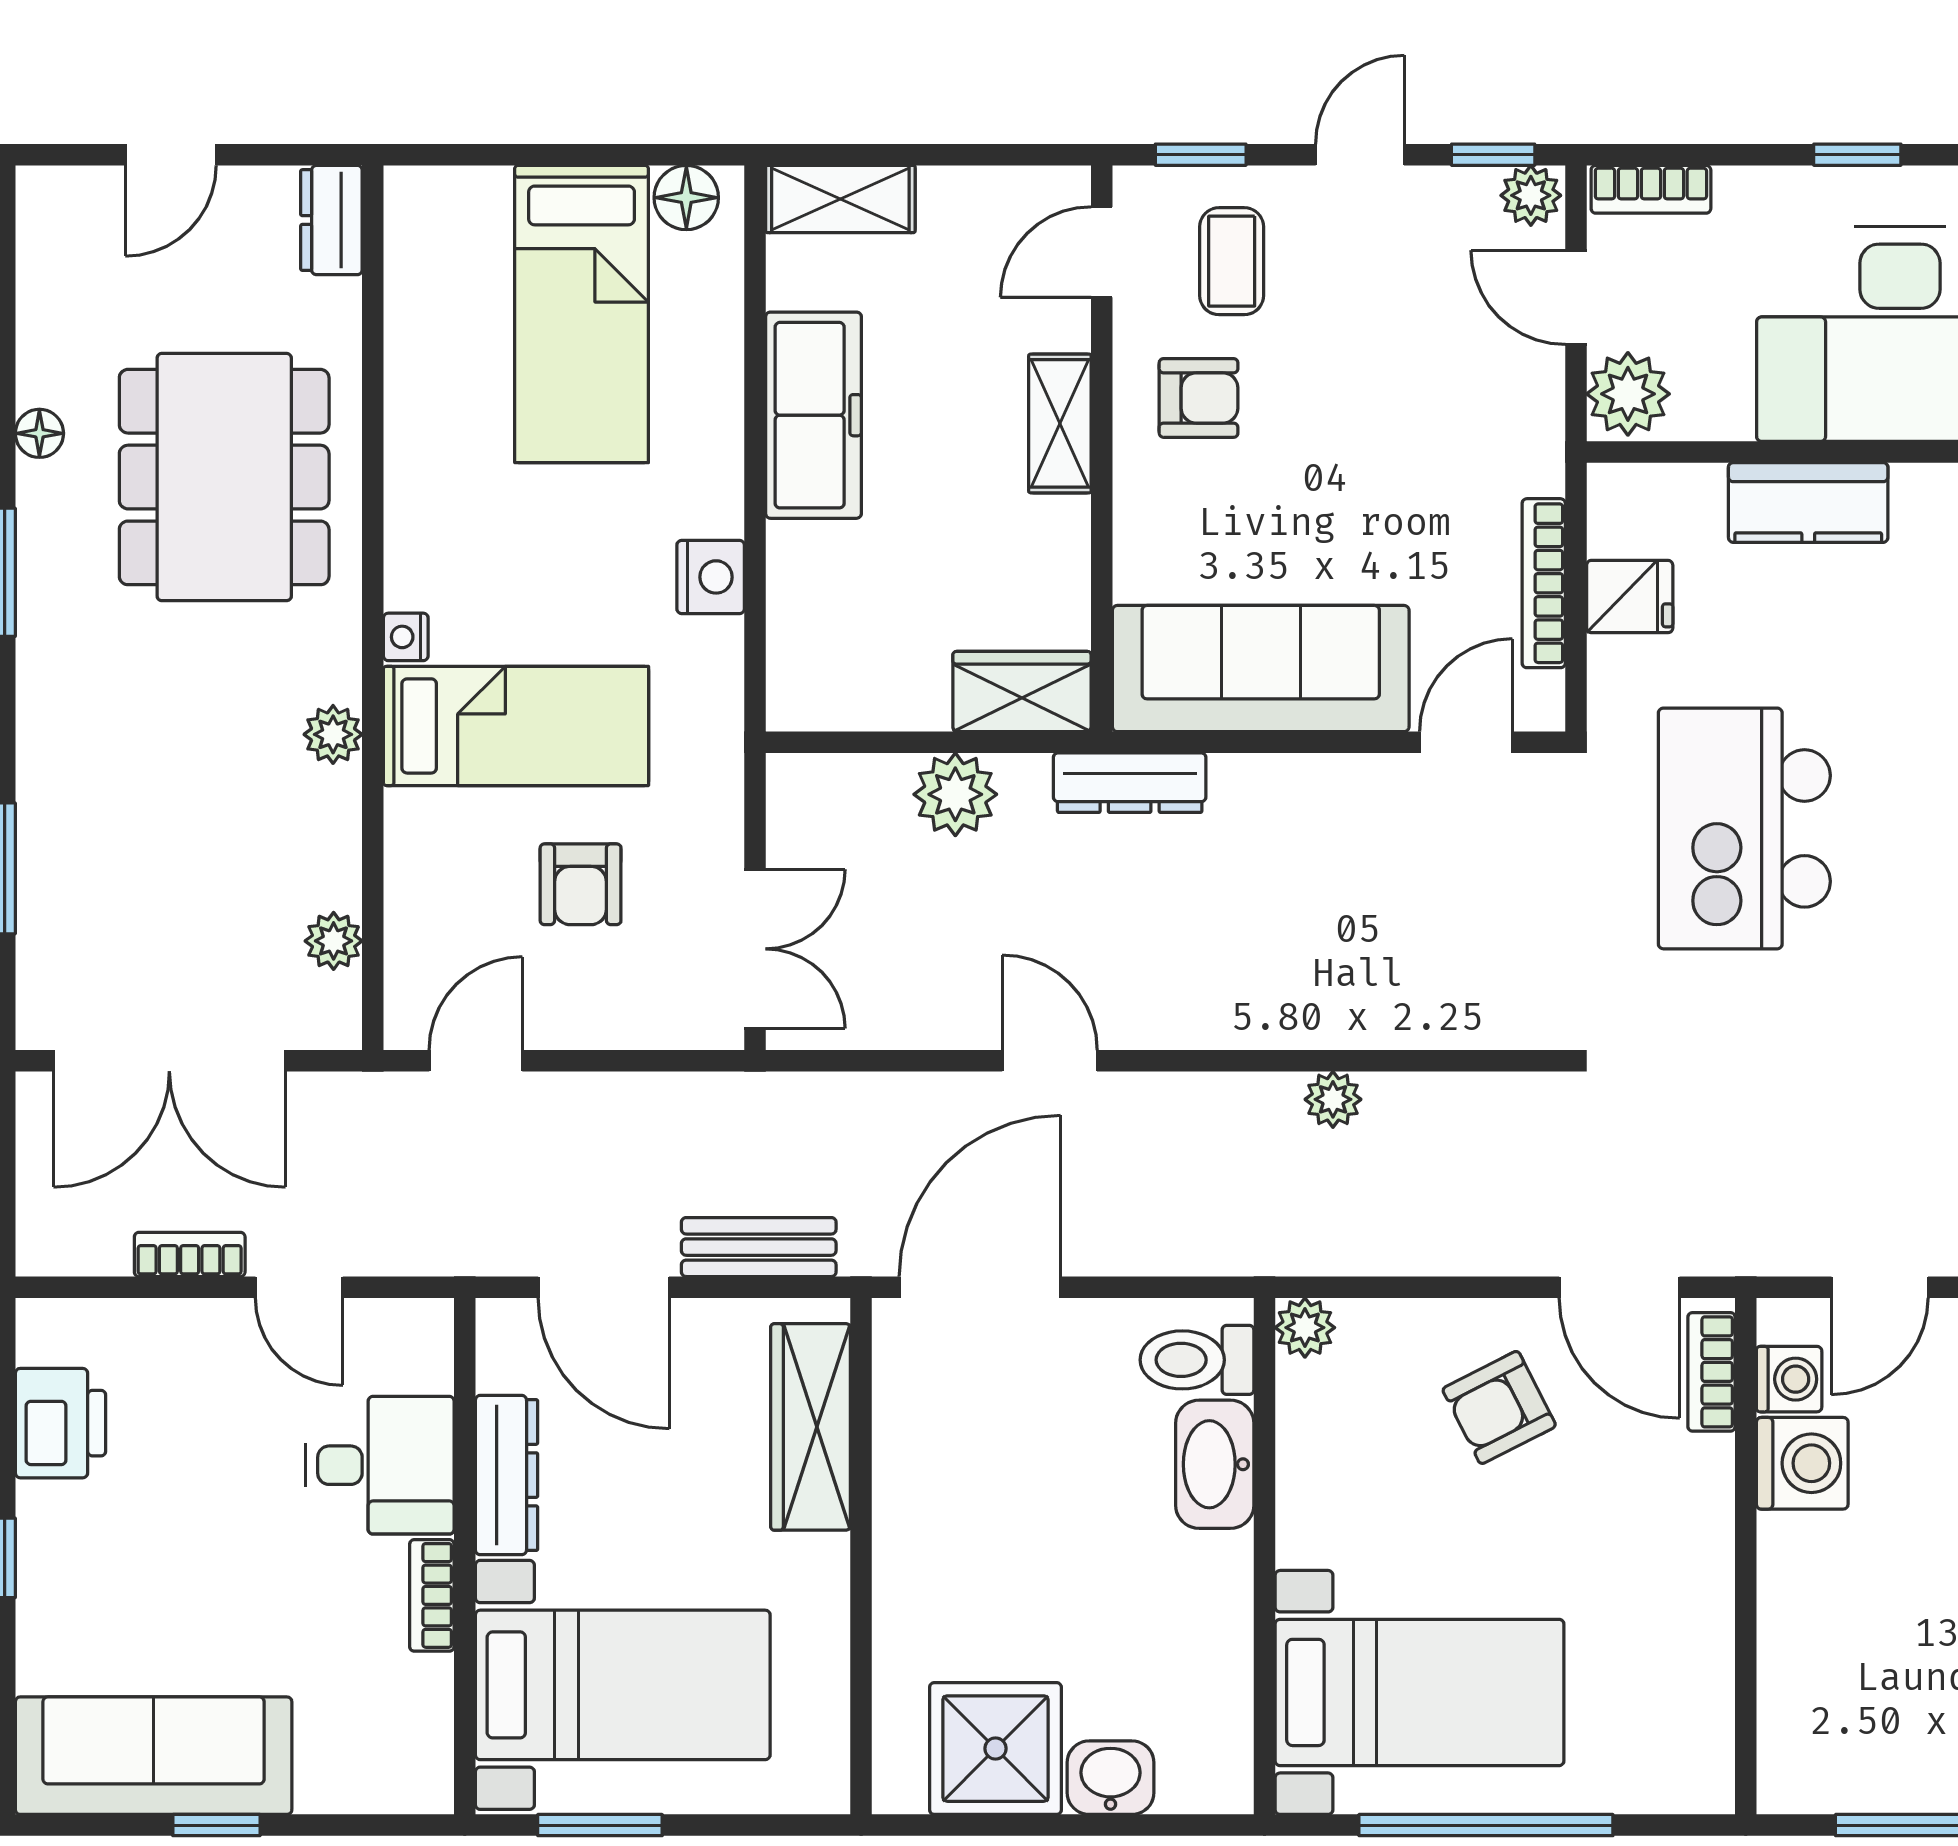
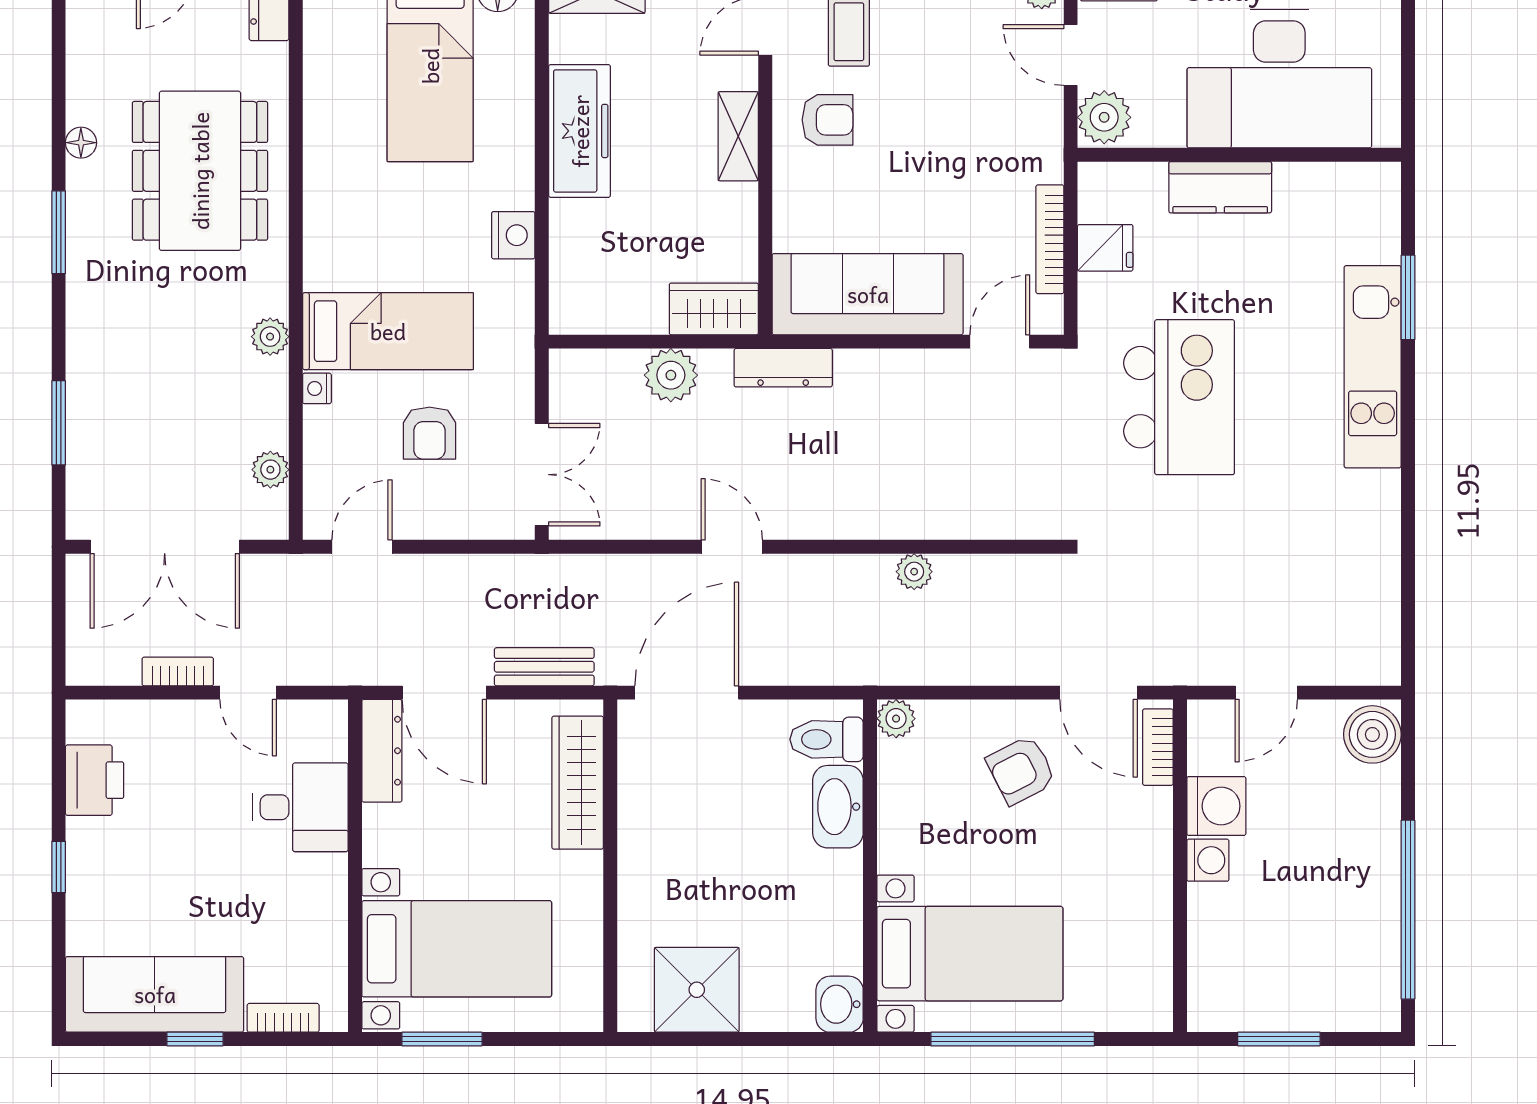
nightstand: (406, 637) -> (317, 388), moved
kitchen island: (1744, 828) -> (1179, 397), turned 180
washing machine: (1789, 1379) -> (1208, 860), moved
dresser: (507, 1475) -> (382, 751), moved
bookcase: (432, 1595) -> (283, 1018), moved, turned 90
washbasin: (1111, 1778) -> (840, 1004), moved, turned -90

